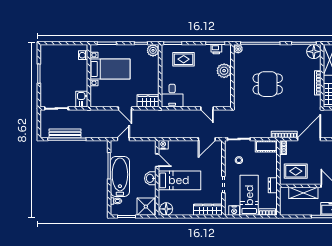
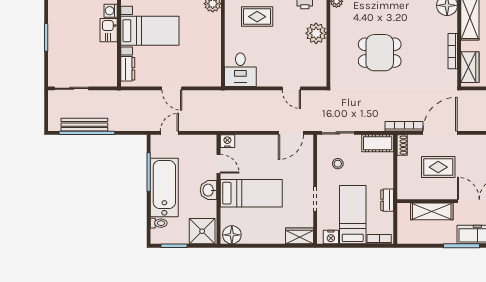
dresser: (95, 95) -> (128, 69), added
kitchen sink: (82, 99) -> (109, 30), moved
wardrobe: (148, 101) -> (205, 77), removed
rug: (296, 171) -> (438, 167), moved
wardrobe: (208, 210) -> (299, 236), width x0.67

